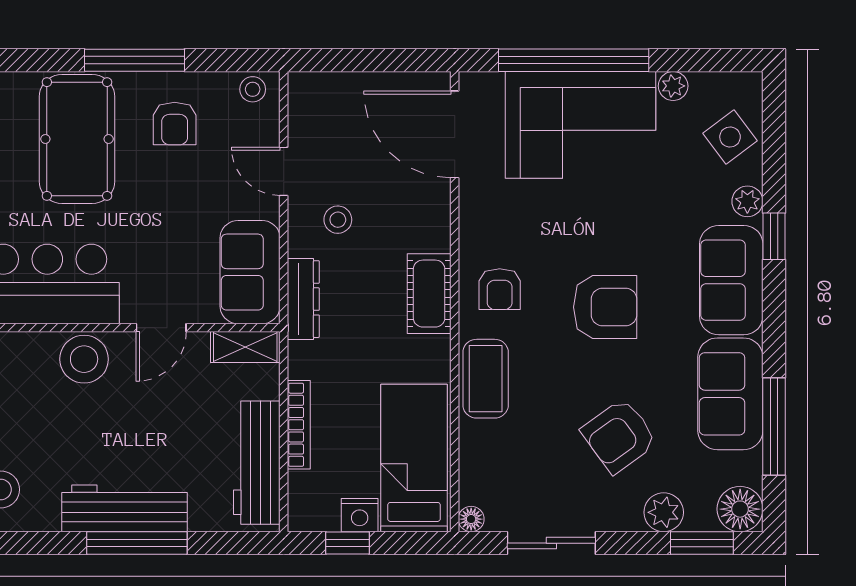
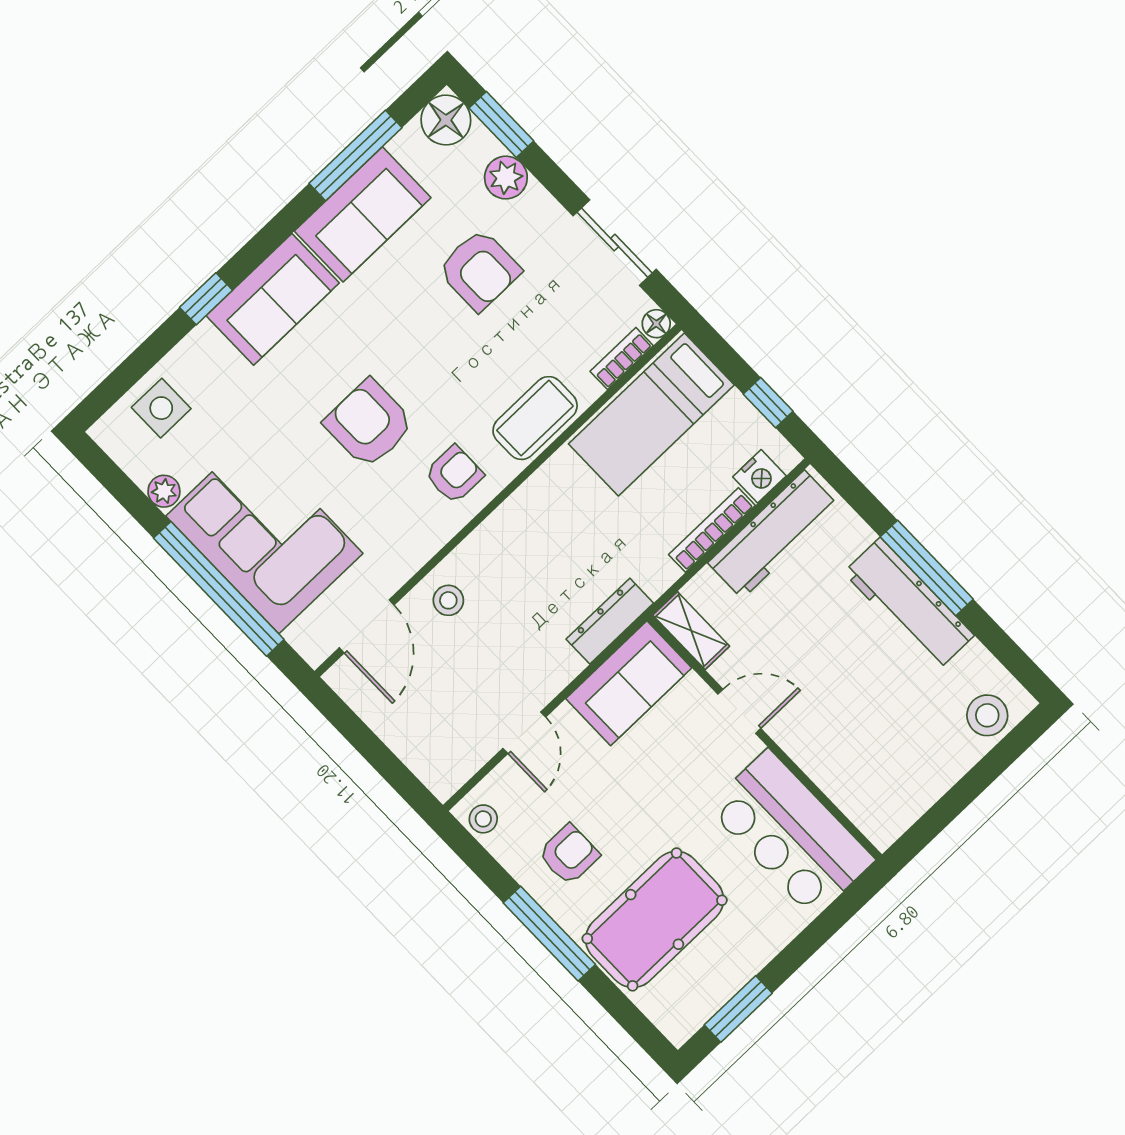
door: (455, 134) -> (367, 626), width x0.73
side table: (730, 137) -> (161, 408), turned 37
plant: (747, 201) -> (199, 346), removed
stool: (338, 220) -> (448, 600), moved
cot: (429, 294) -> (511, 526), removed
armchair: (605, 307) -> (369, 424), moved
stool: (84, 359) -> (822, 748), removed
armchair: (619, 436) -> (479, 270), turned 36
bookcase: (470, 474) -> (622, 358), added
nightstand: (360, 515) -> (759, 476), moved, turned 90

